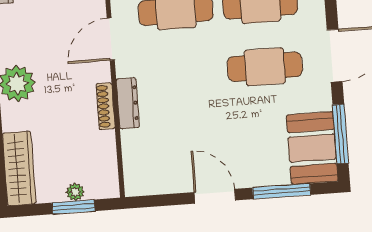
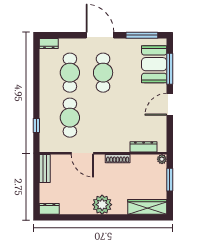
dresser: (128, 103) -> (144, 147), moved
booth: (312, 148) -> (154, 64), moved, turned 90
plant: (75, 192) -> (162, 159), moved

